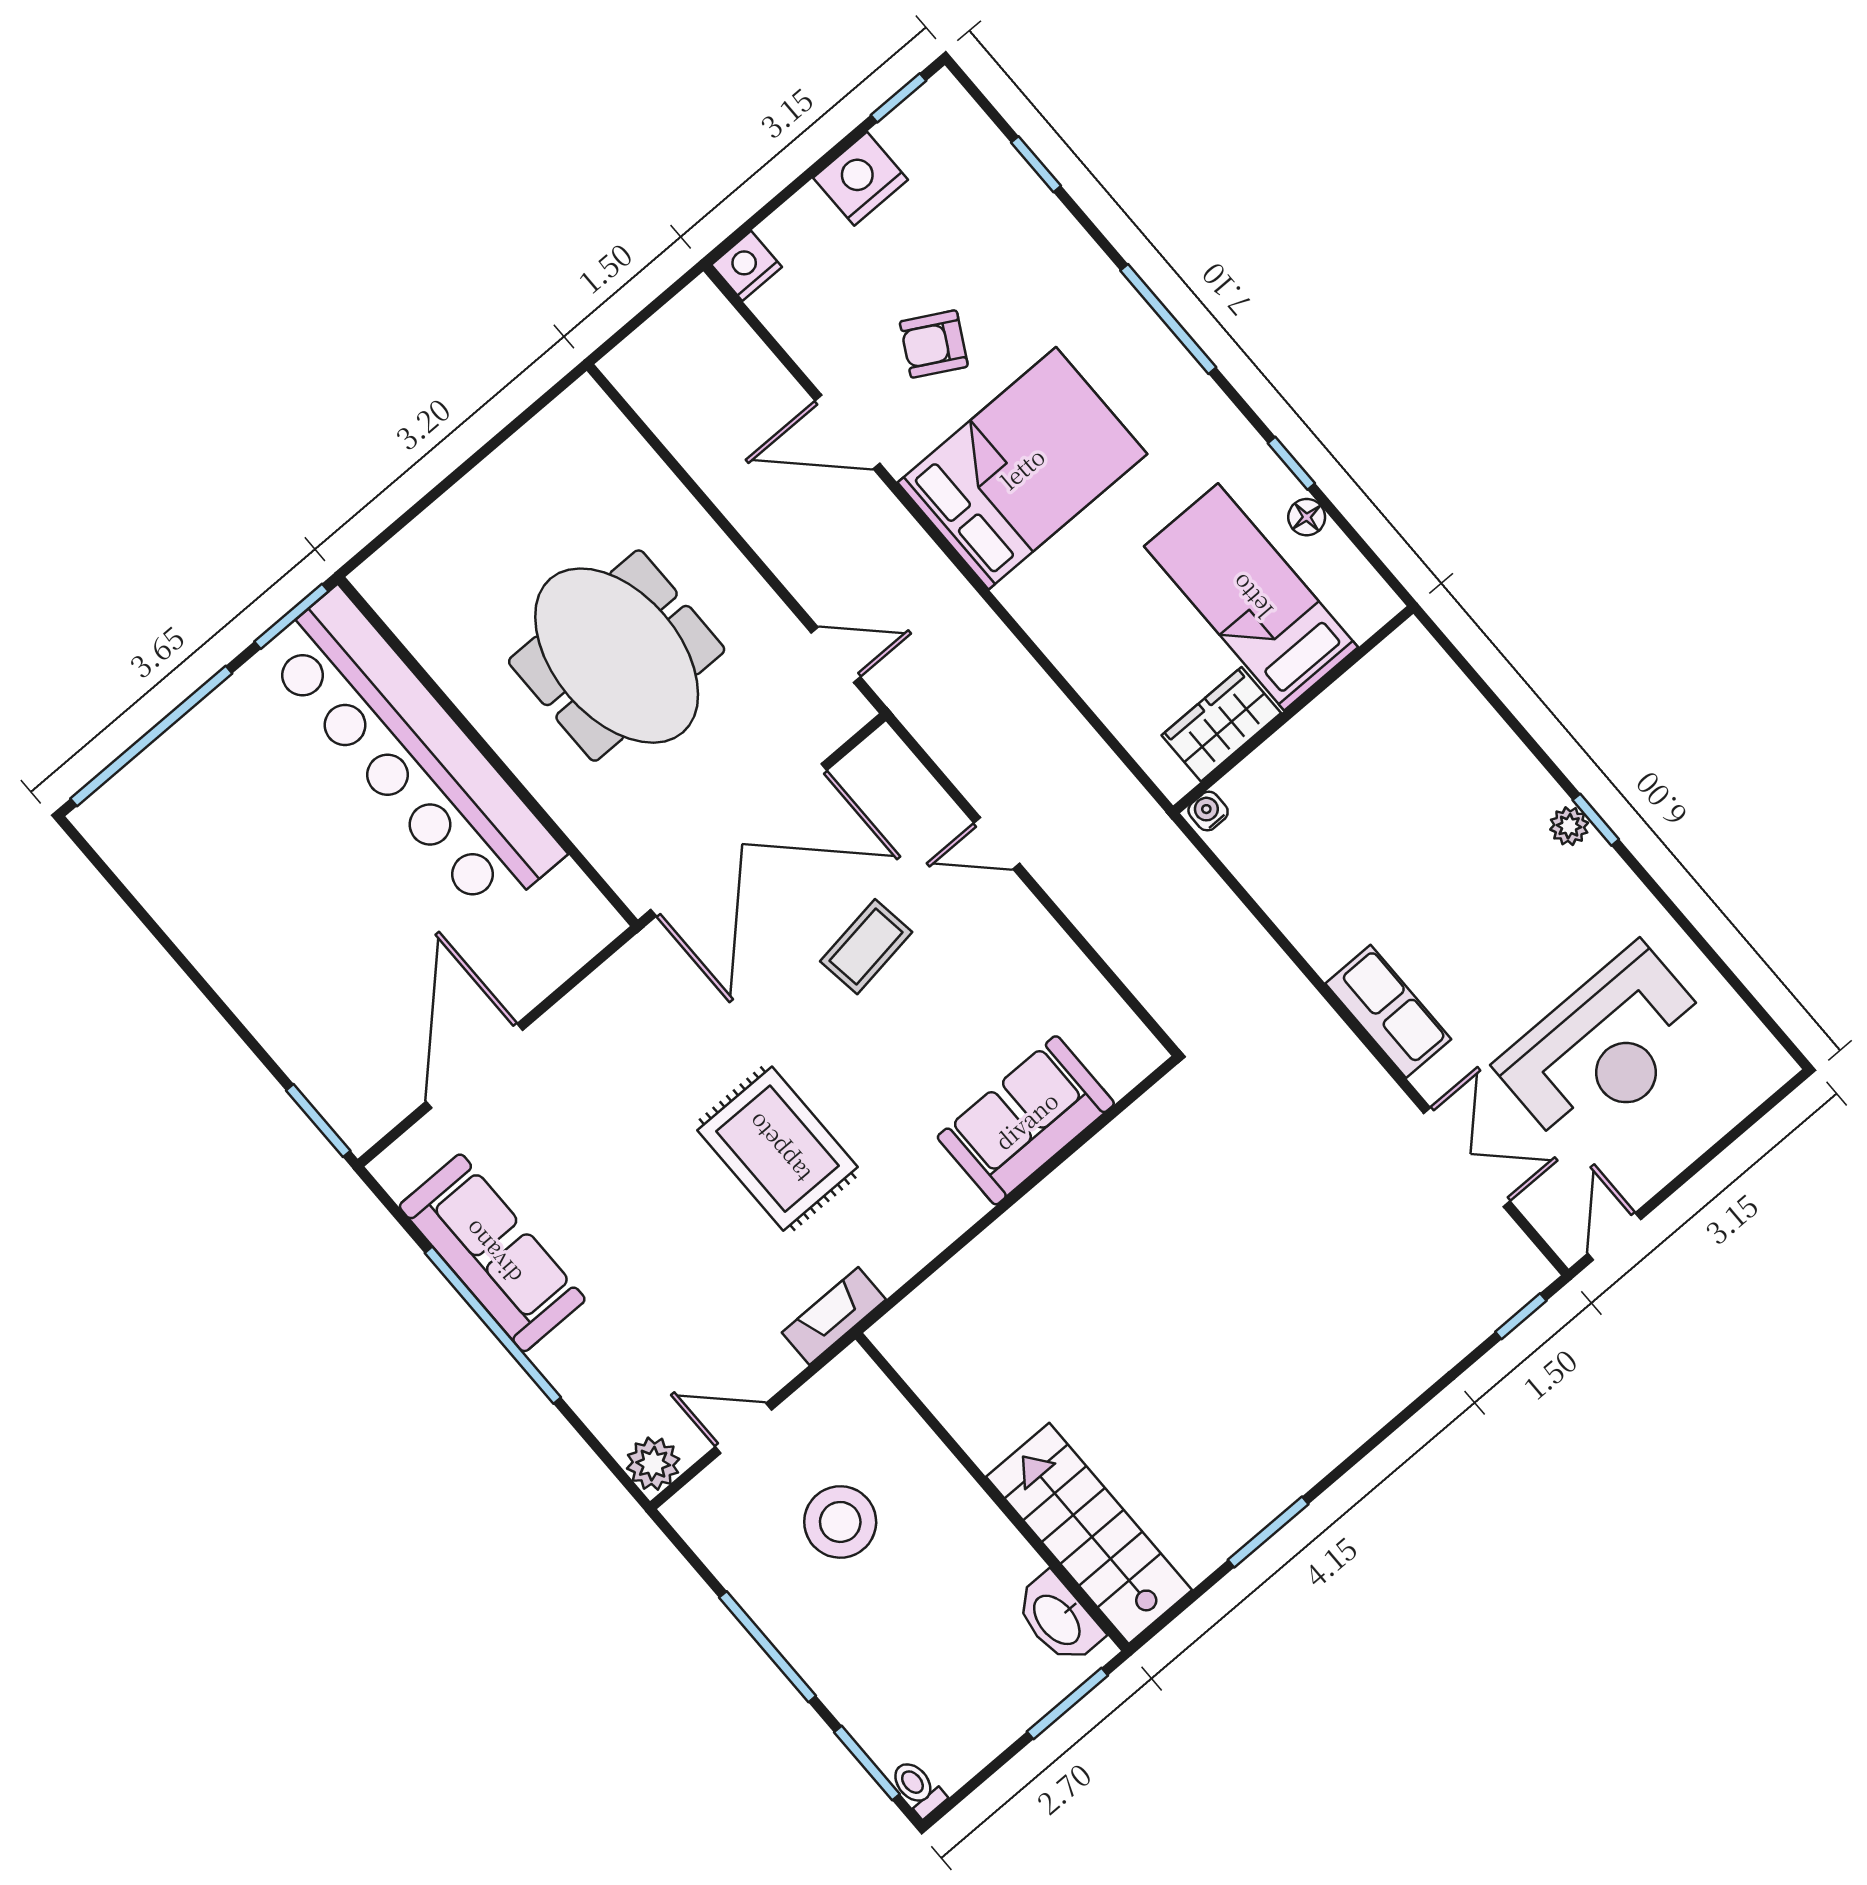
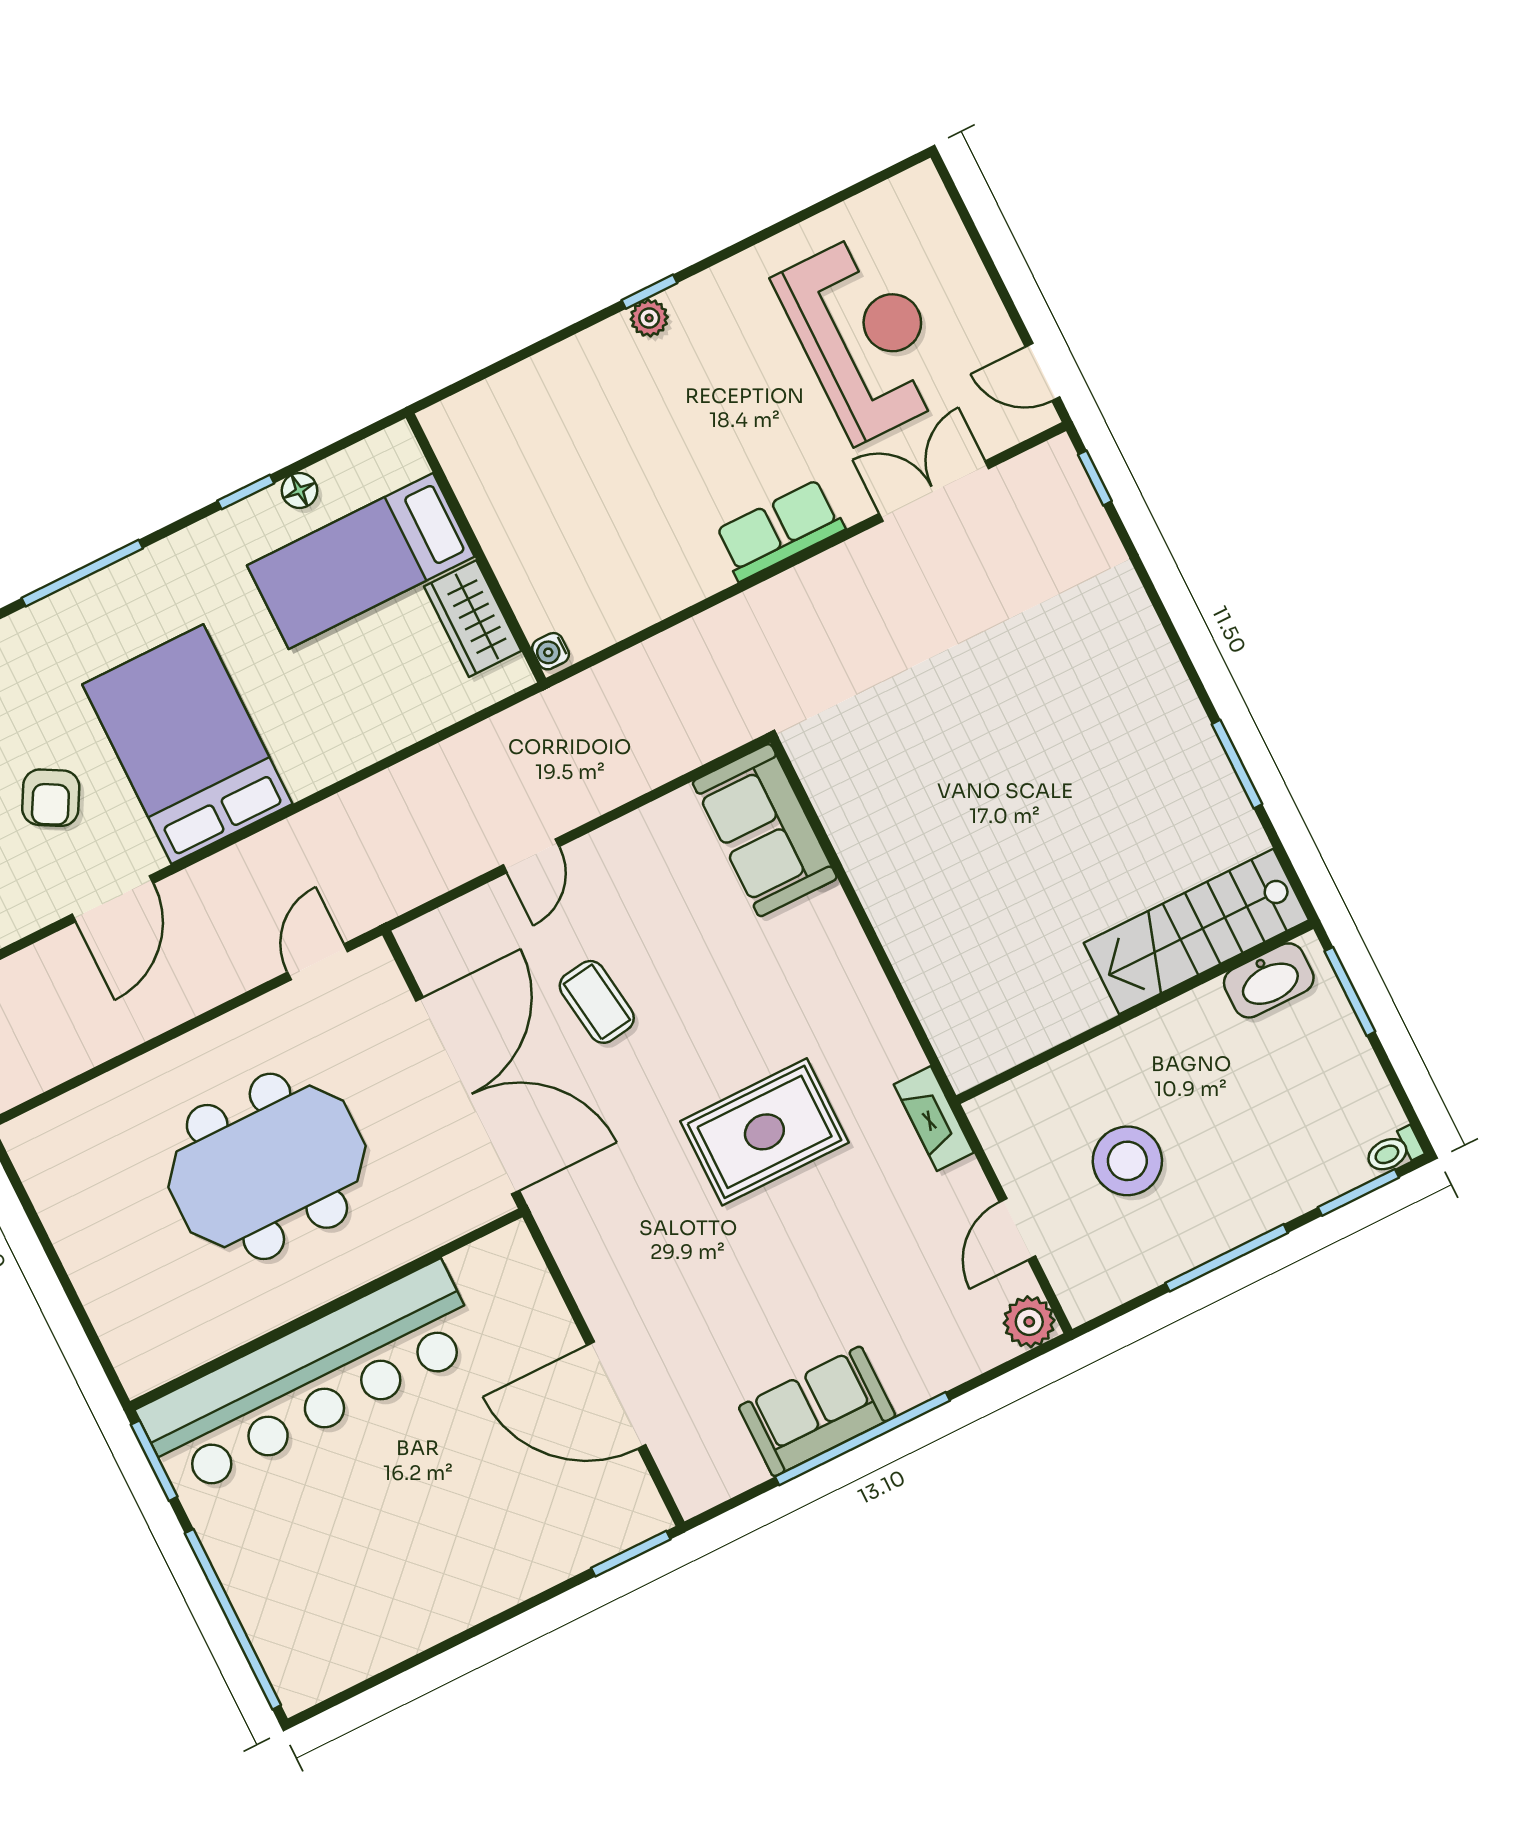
sofa: (1026, 1120) -> (765, 830), moved
sofa: (492, 1253) -> (817, 1411), width x0.73

